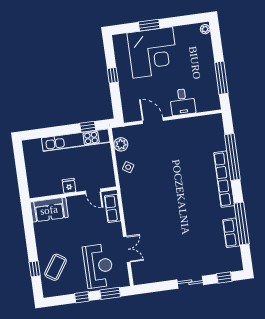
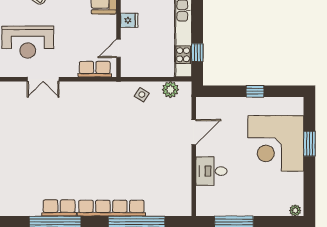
row of seats: (231, 233) -> (59, 208), moved

